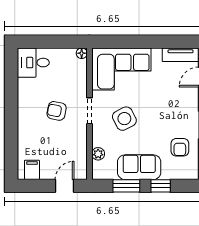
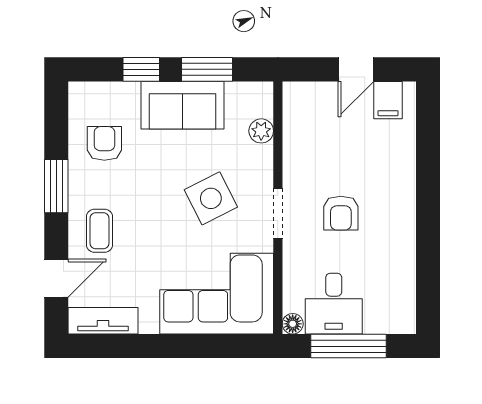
window: (53, 42) -> (349, 346), added
desk: (33, 63) -> (334, 304), moved, turned 90
coffee table: (182, 102) -> (100, 231), added
armchair: (57, 111) -> (341, 213), turned 79
door: (65, 186) -> (356, 69), moved

